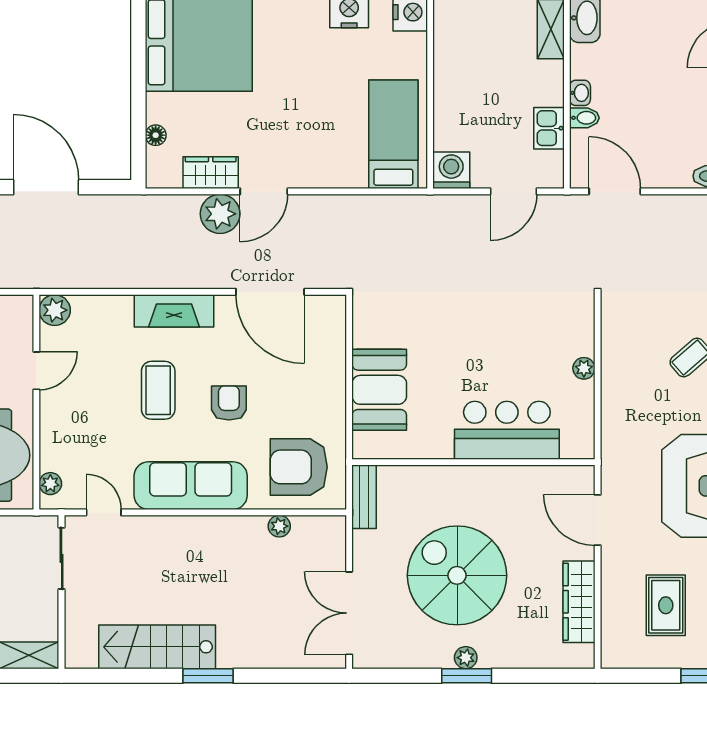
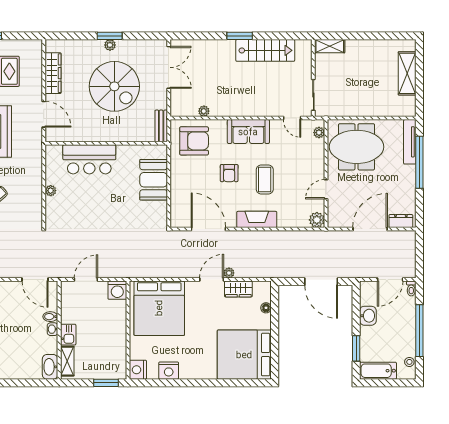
kitchen sink: (549, 128) -> (68, 335), moved
bed: (393, 134) -> (159, 308), width x2.04
plant: (220, 214) -> (229, 273), width x0.53, depth x0.53
sofa: (191, 486) -> (248, 132), width x0.73

